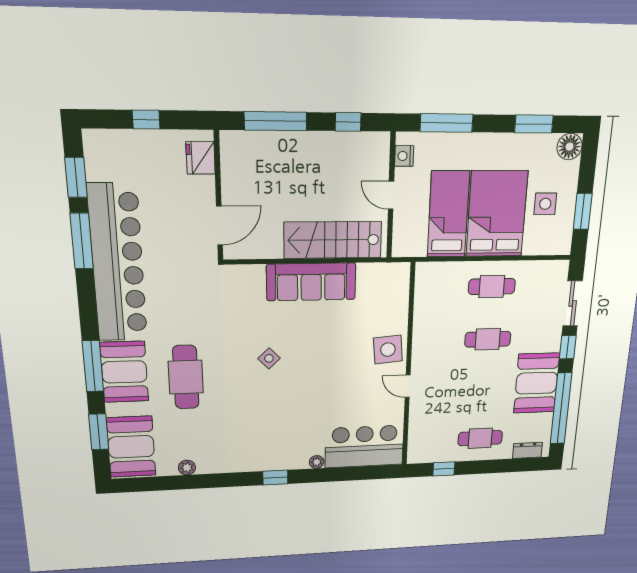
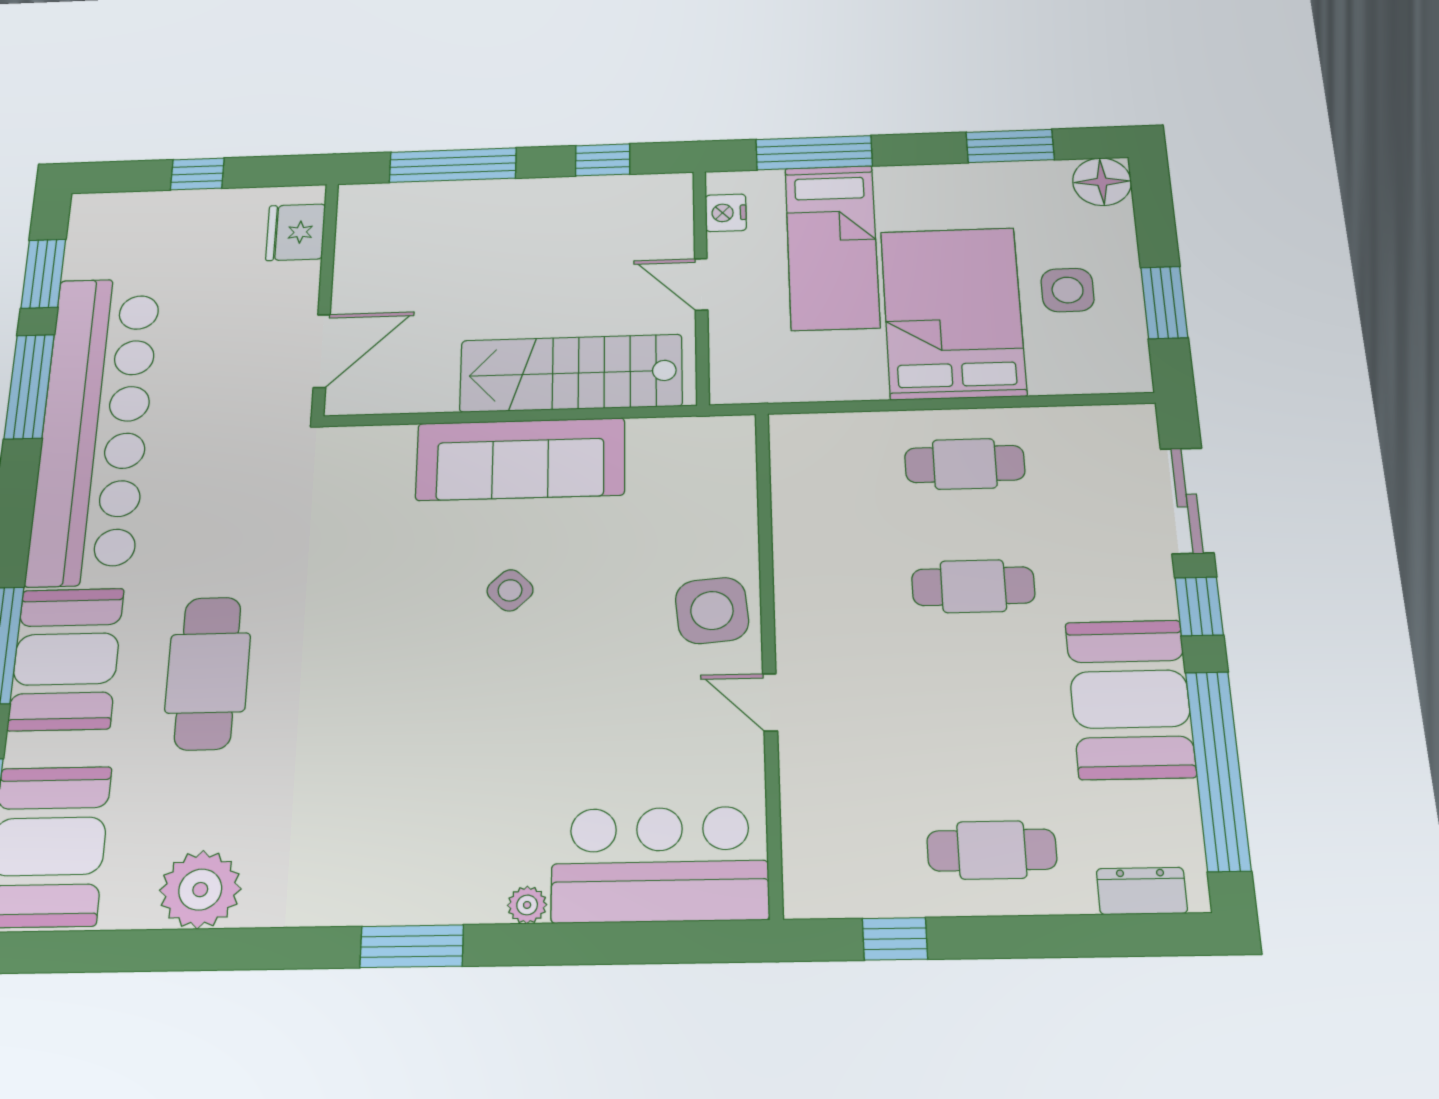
bed: (448, 214) -> (832, 247), moved, turned 180
side table: (269, 358) -> (510, 590), moved
plant: (187, 468) -> (200, 890), width x1.88, depth x1.88
window: (275, 478) -> (412, 946), width x1.50

